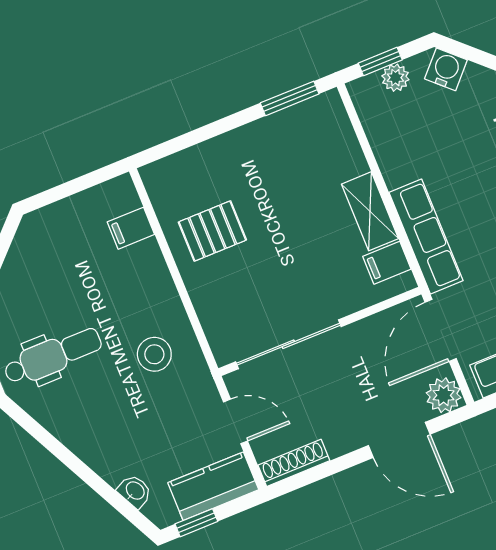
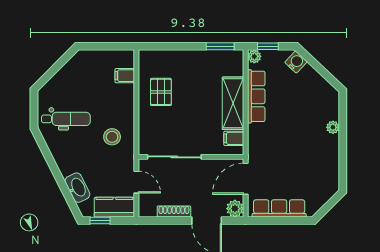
plant: (395, 78) -> (254, 56), moved
shelving: (370, 211) -> (233, 103), width x1.50, depth x1.33
pallet: (212, 231) -> (161, 92), turned 90
row of seats: (426, 237) -> (256, 96), moved
shoe rack: (294, 463) -> (174, 211), moved
washbasin: (135, 491) -> (77, 188), width x1.91, depth x1.45

